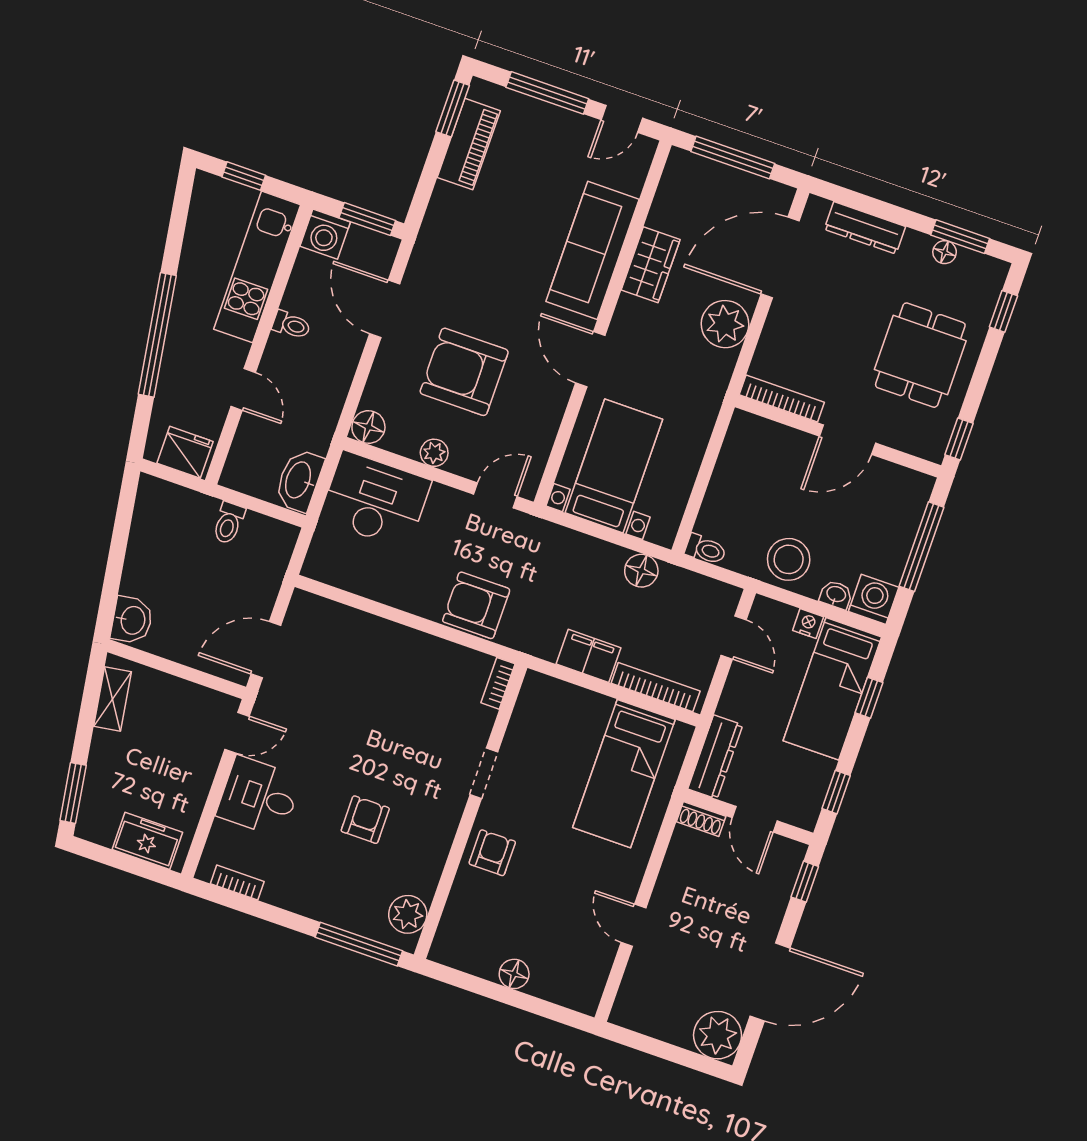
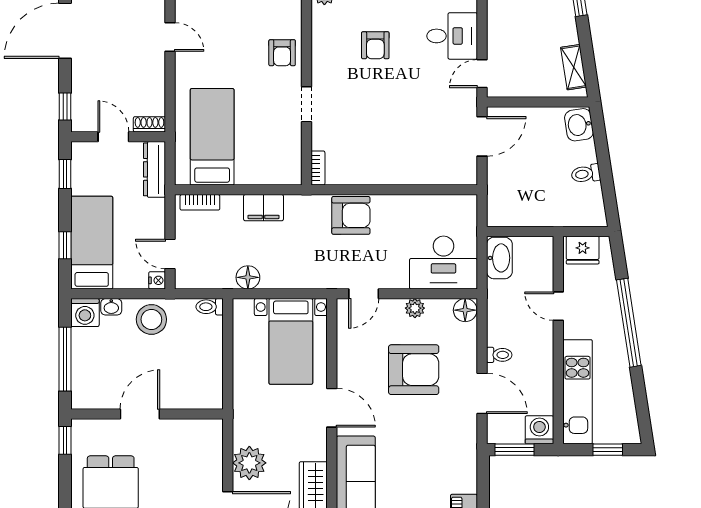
toilet: (291, 325) -> (499, 355), moved, turned 180
bookcase: (782, 399) -> (194, 426), removed
toilet: (229, 523) -> (586, 174), moved, turned -99
nightstand: (808, 624) -> (157, 280), moved, turned -90
bookcase: (656, 687) -> (200, 202), width x0.64

